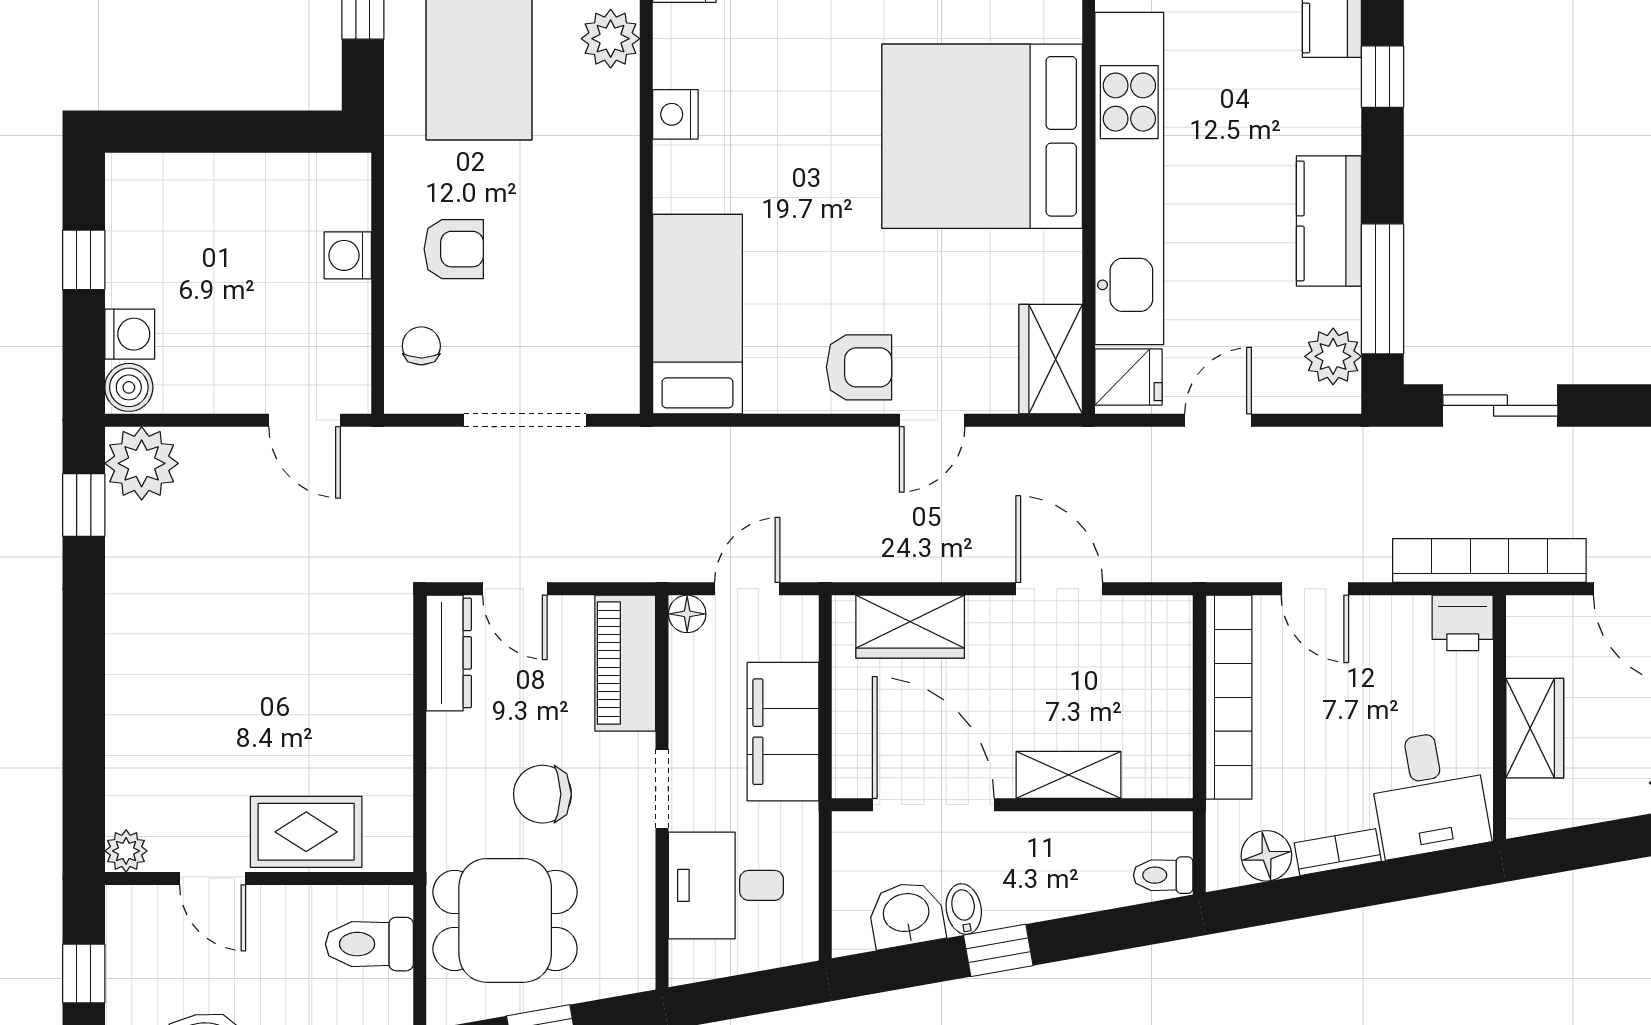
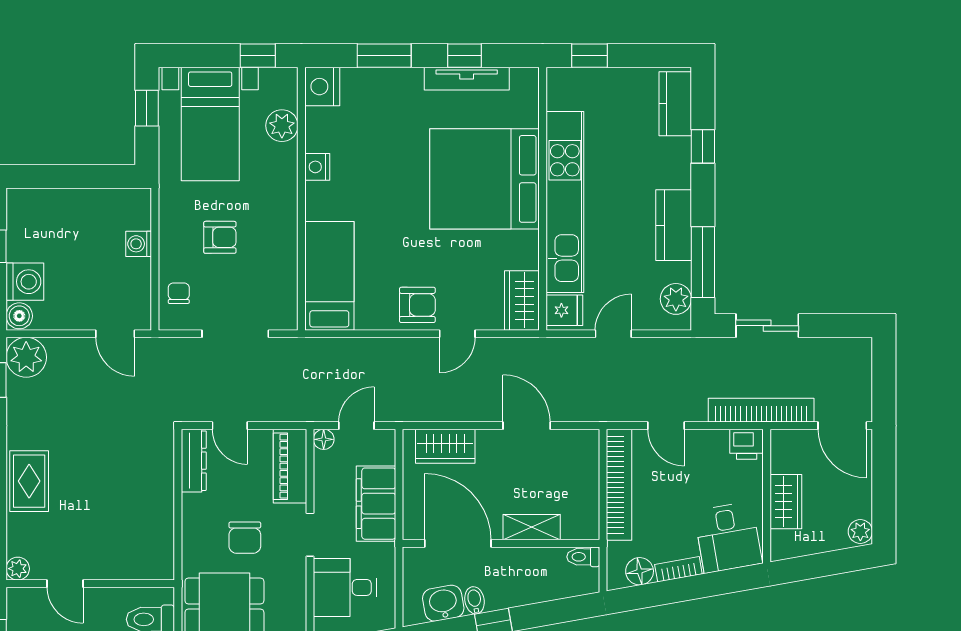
armchair: (454, 249) -> (220, 237), moved
washing machine: (130, 334) -> (25, 282), width x1.38, depth x1.38
chair: (542, 794) -> (245, 538), turned -90
rug: (306, 832) -> (29, 481), moved, turned 90
toilet: (1163, 875) -> (583, 557), moved

